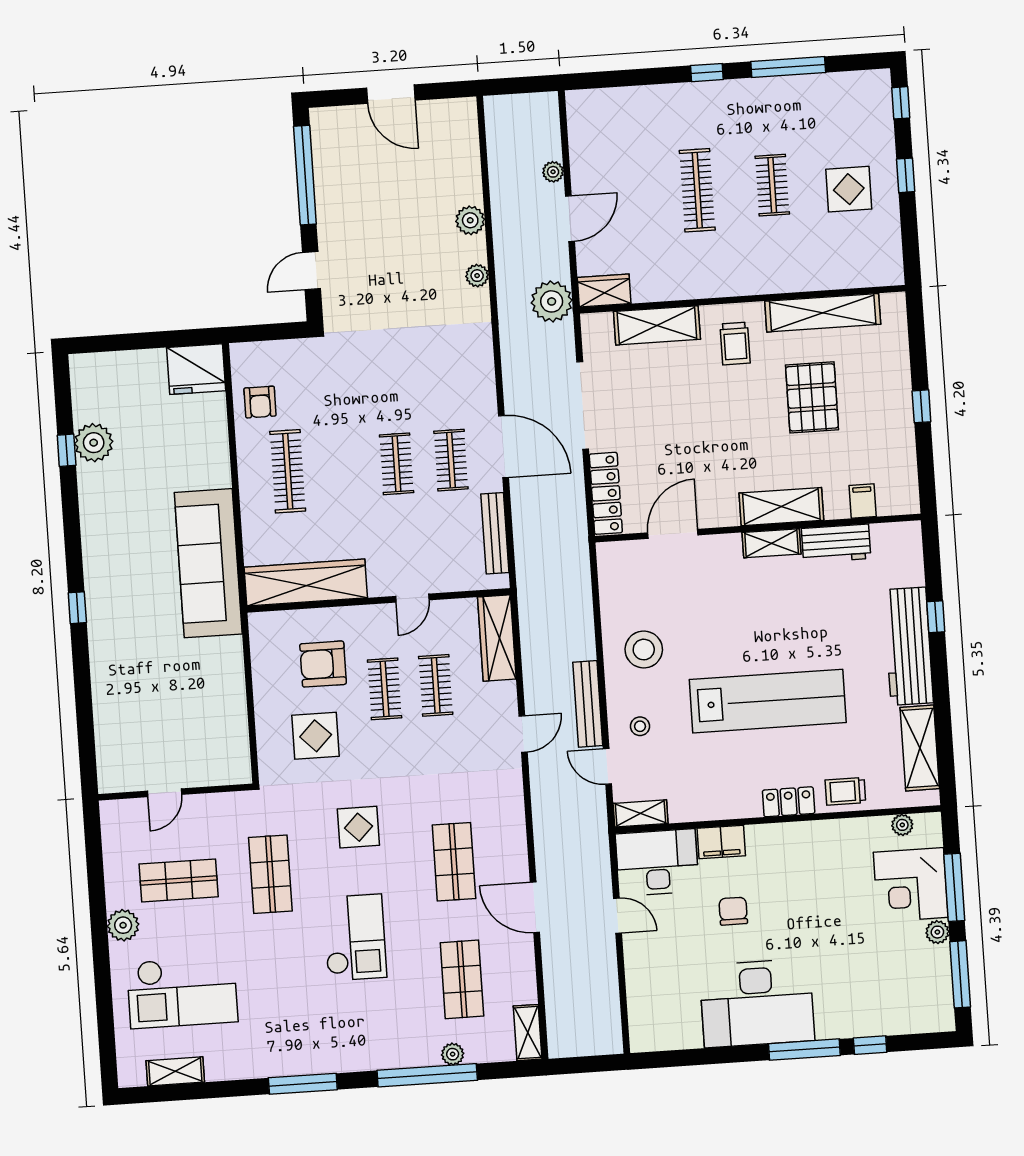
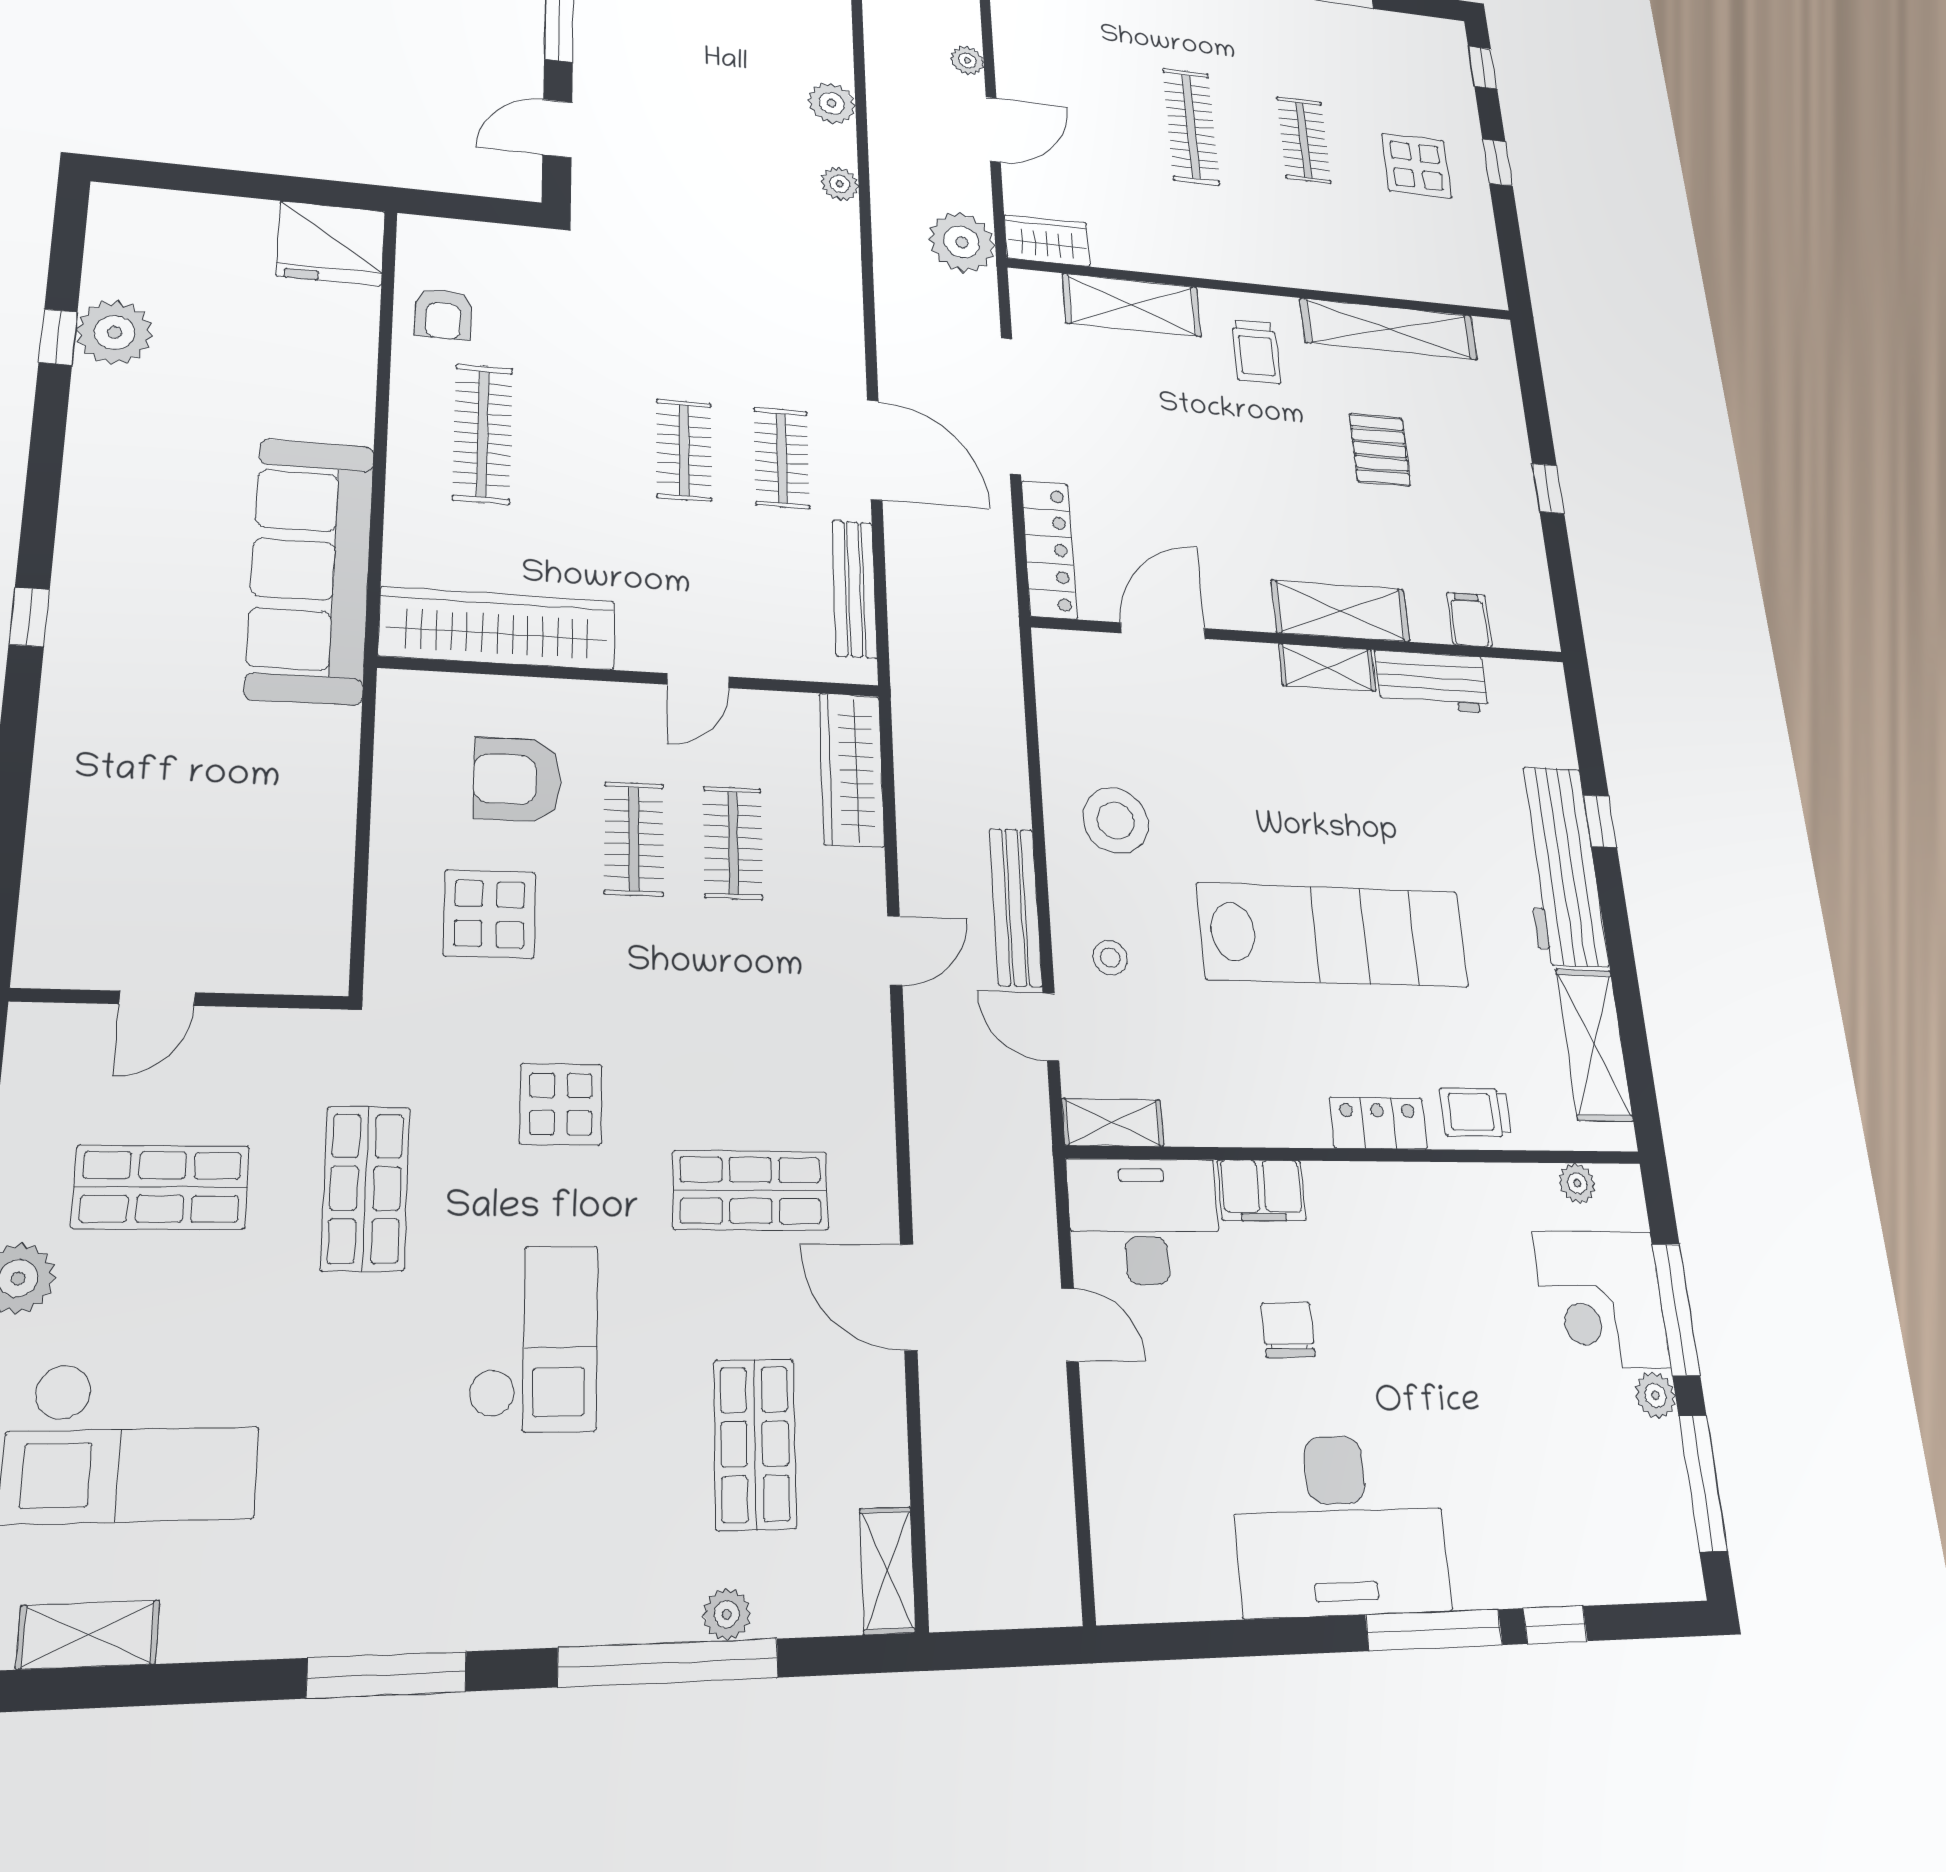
pallet: (812, 397) -> (1380, 450), width x0.67, depth x0.71
shop shelf: (454, 862) -> (751, 1190), turned 90

